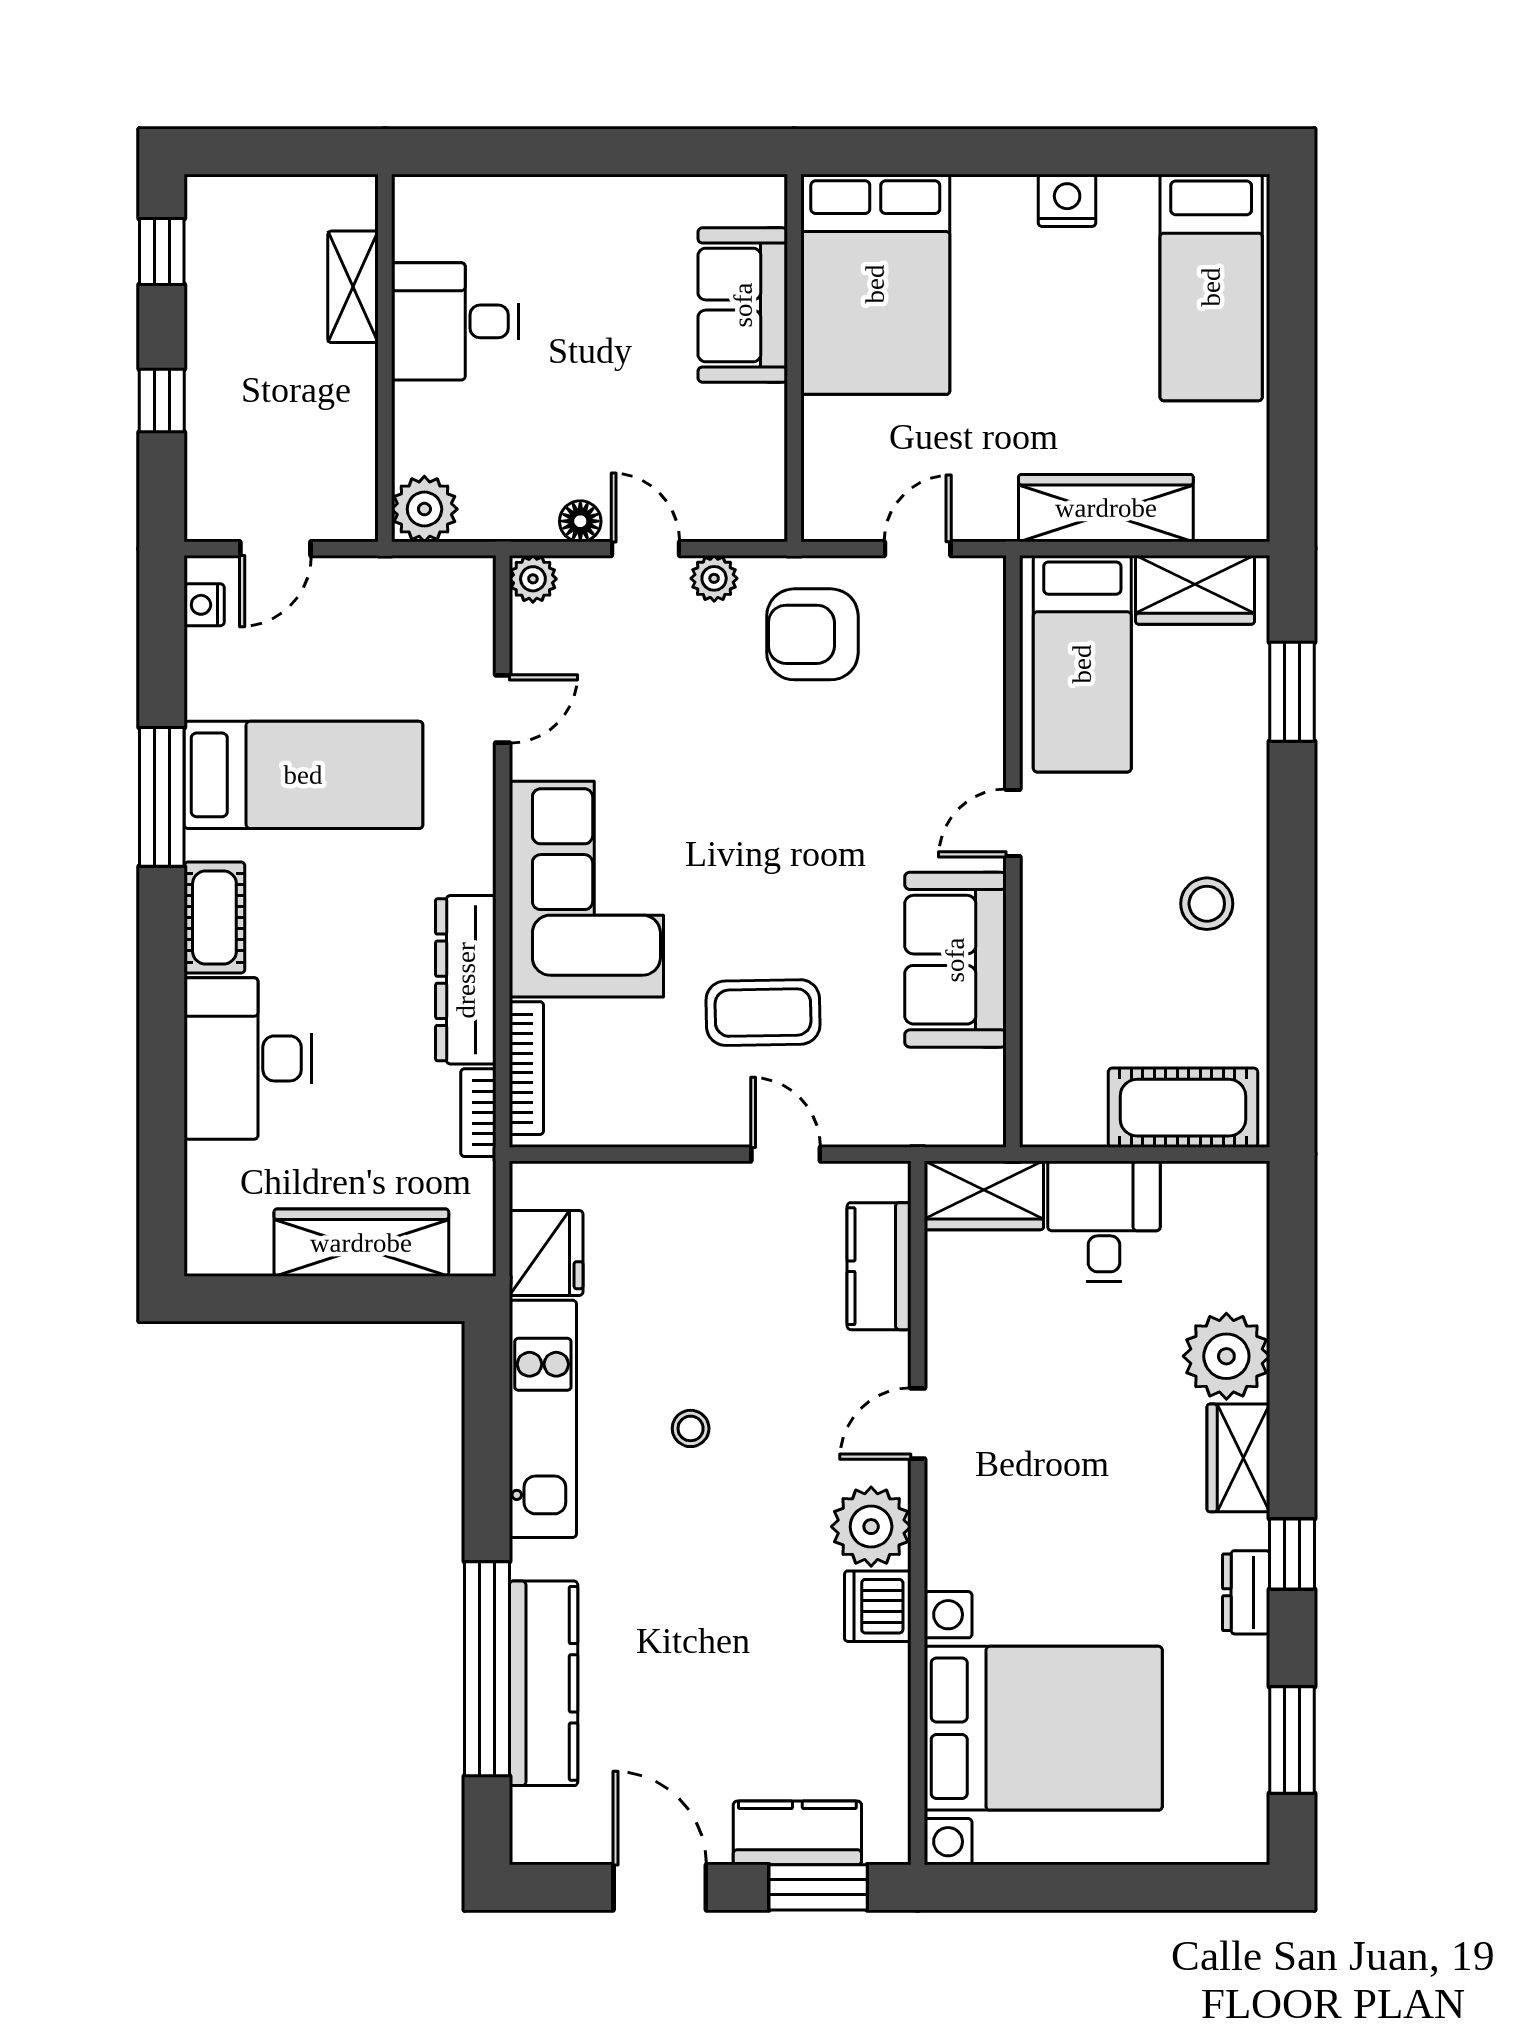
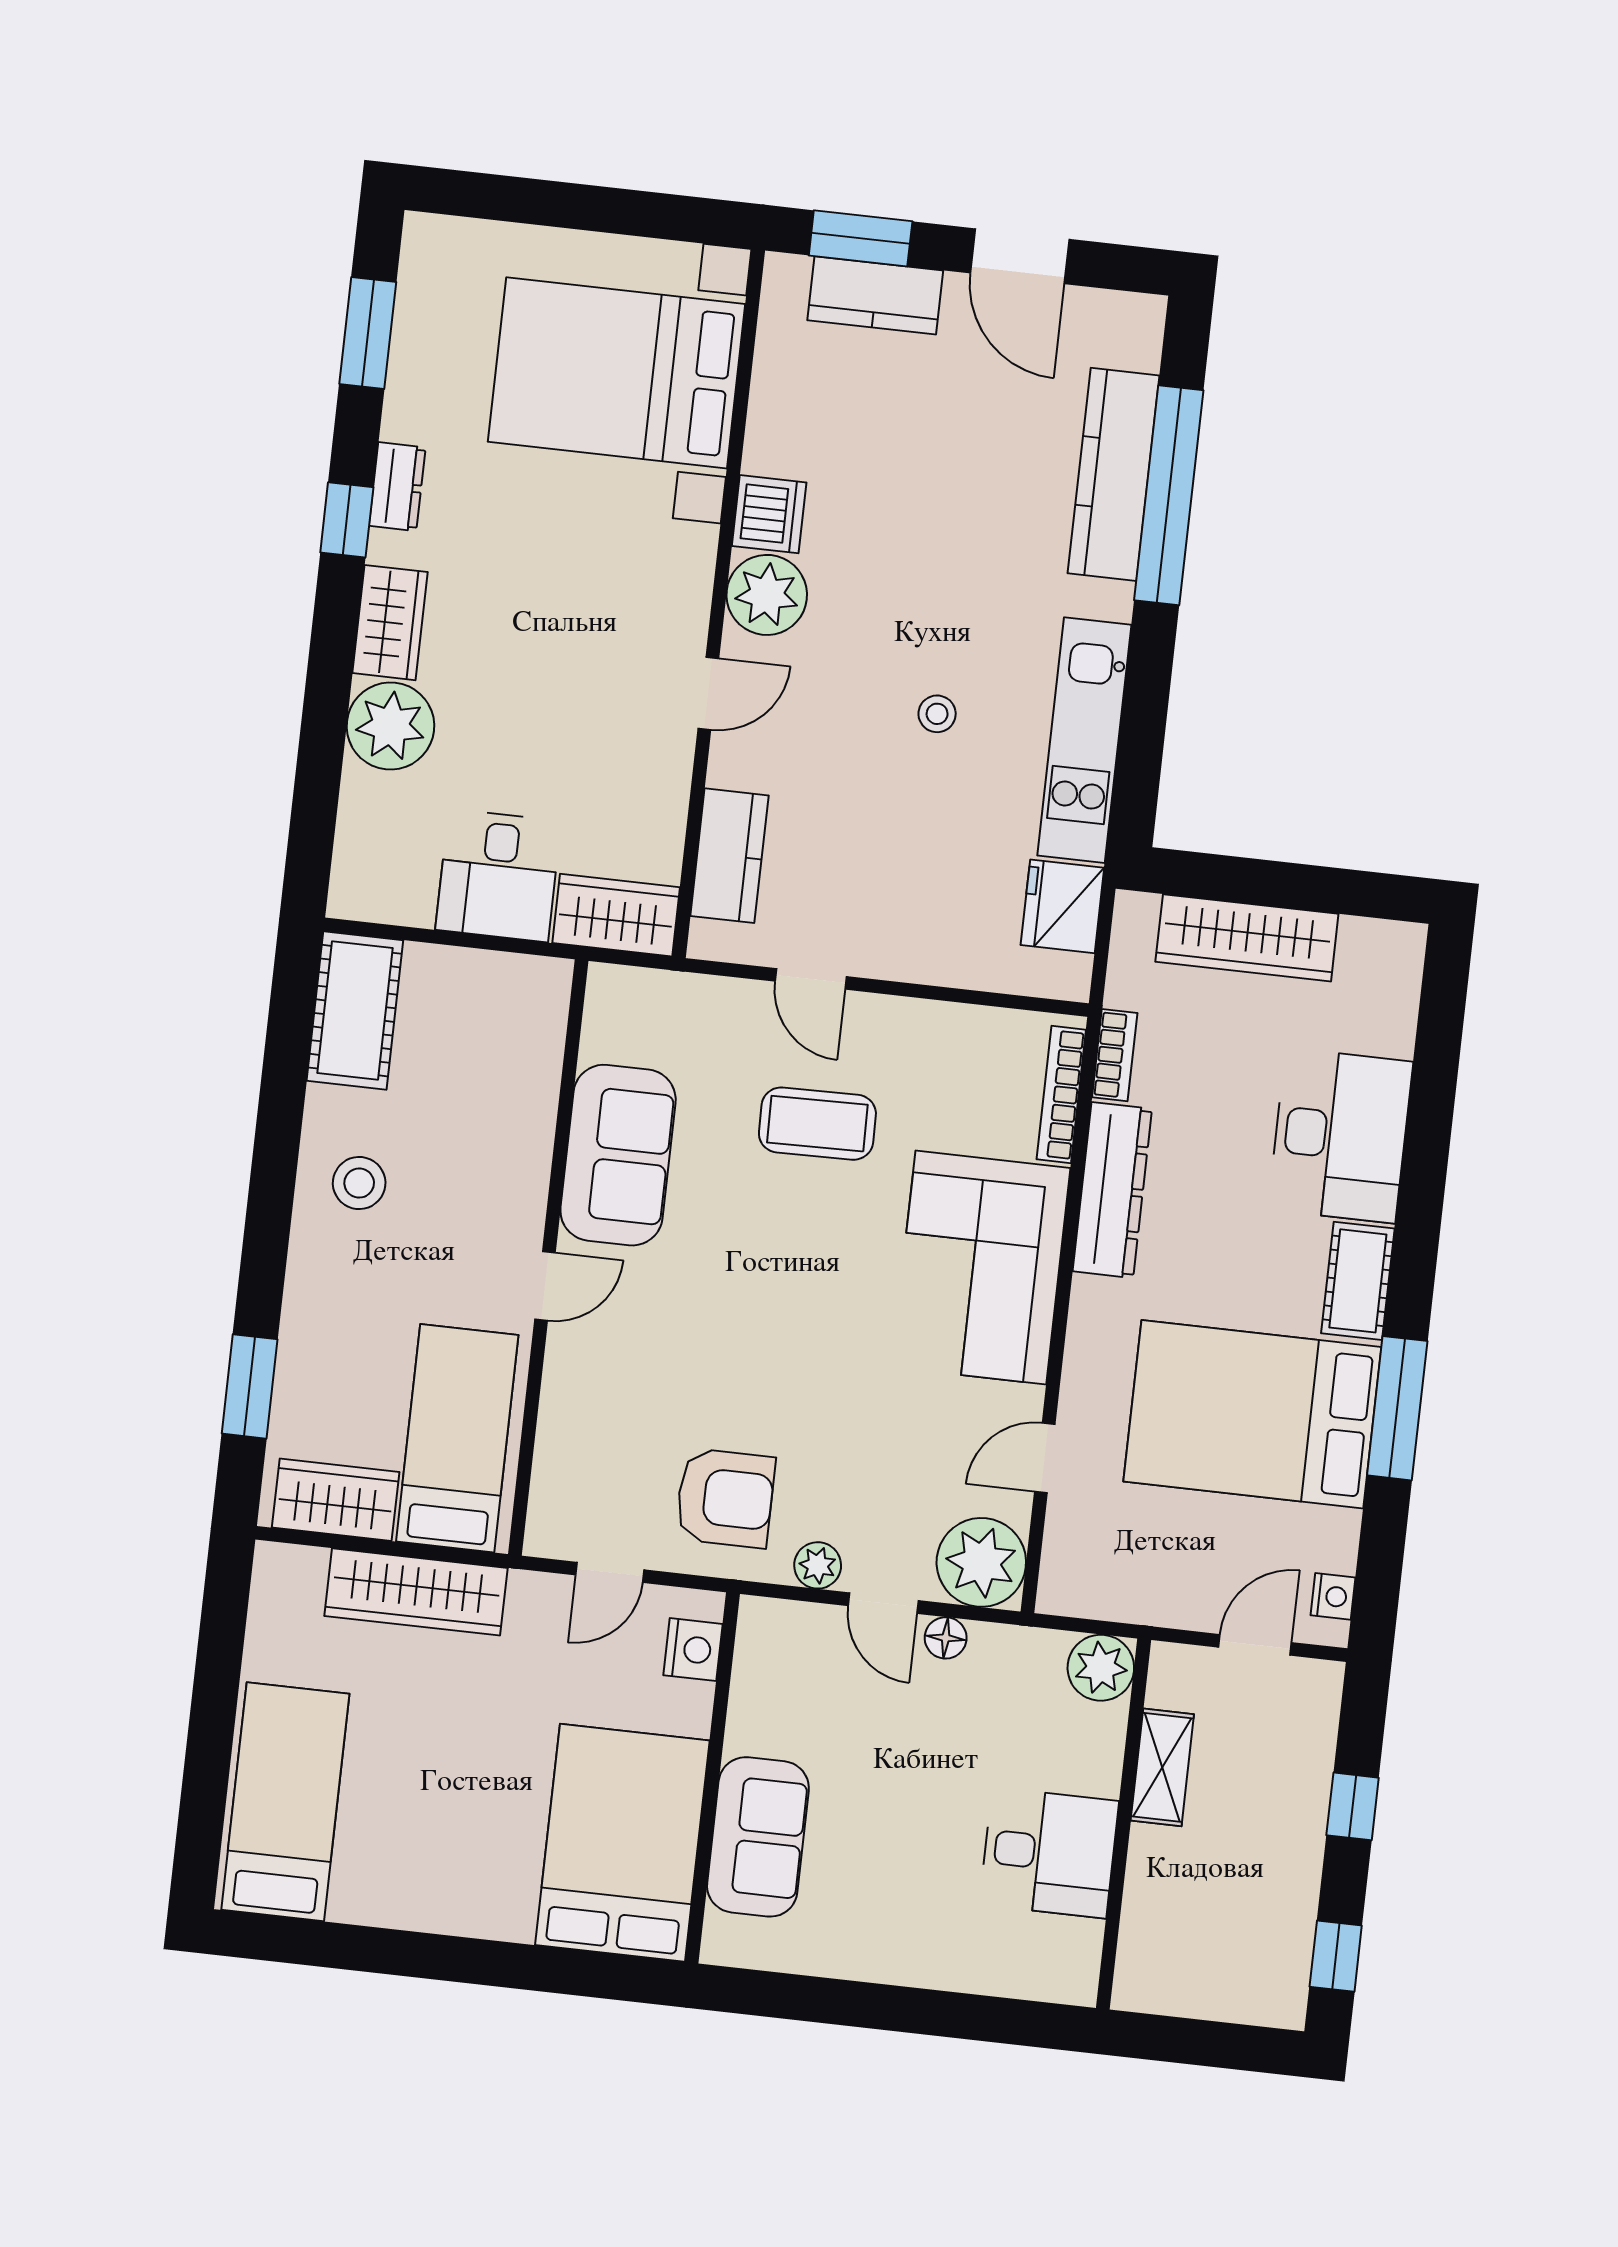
nightstand: (1067, 200) -> (693, 1650), moved, turned -90
shelving: (353, 287) -> (1162, 1767), moved
plant: (533, 579) -> (981, 1562), width x1.88, depth x1.88
bed: (303, 775) -> (1252, 1414), width x1.50
cot: (1183, 1108) -> (355, 1010), moved, turned 90

